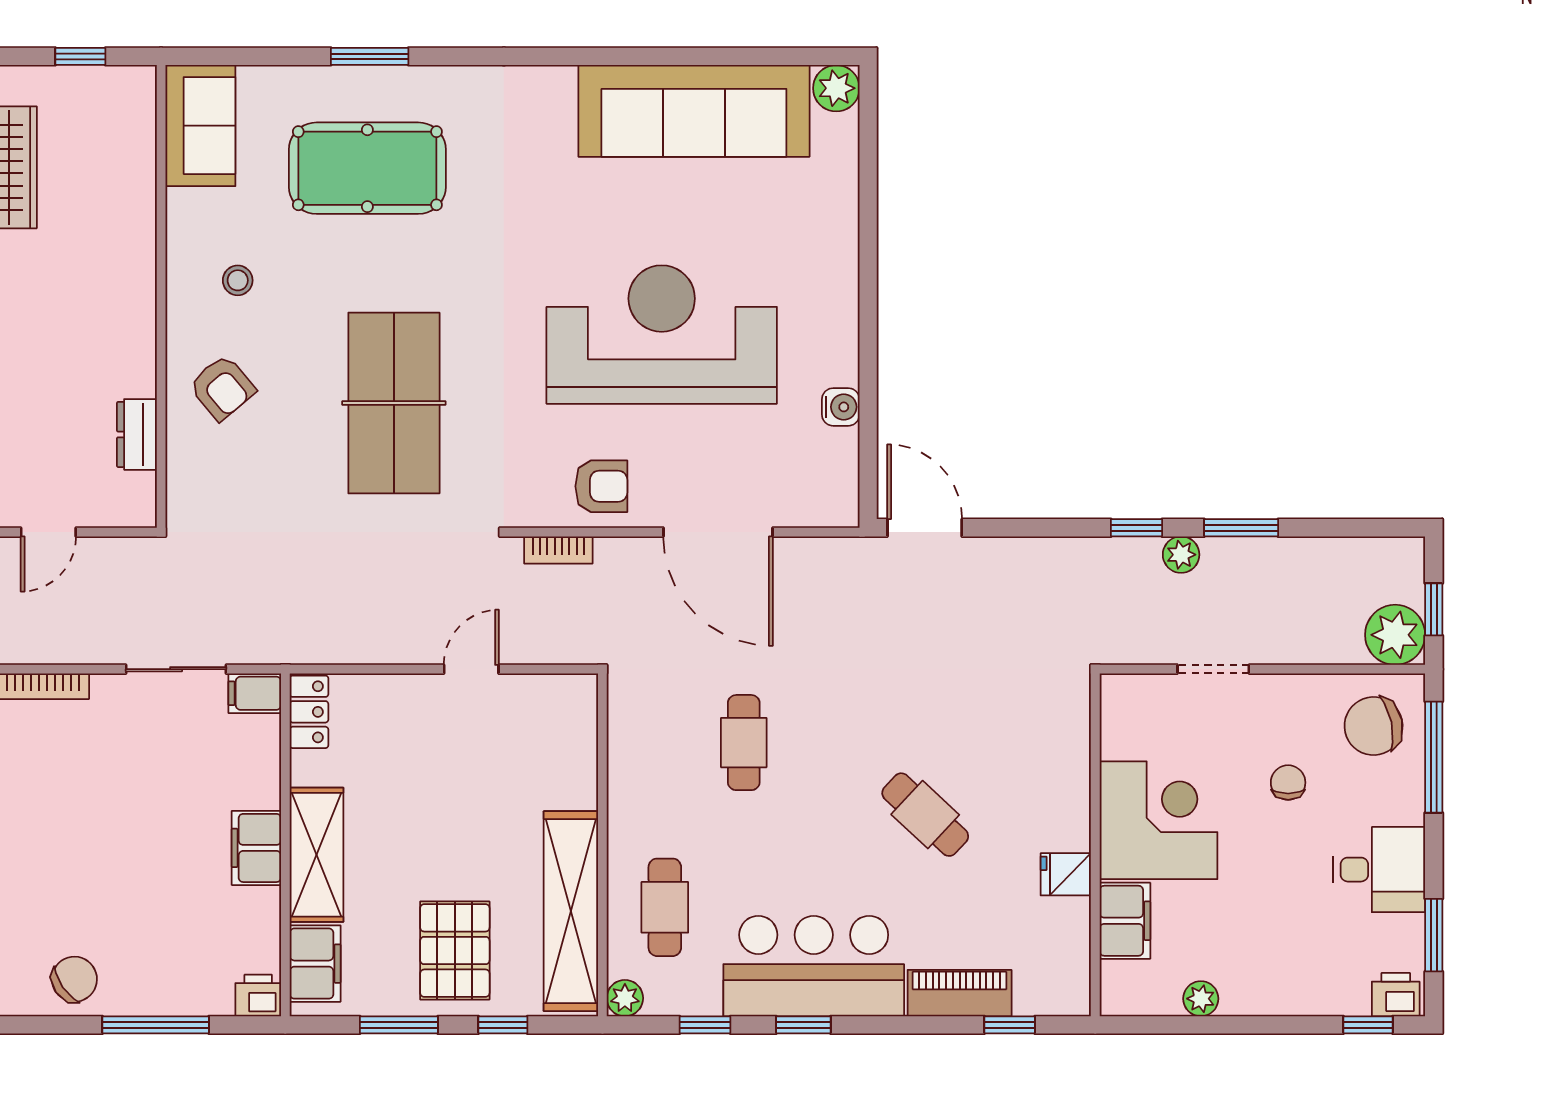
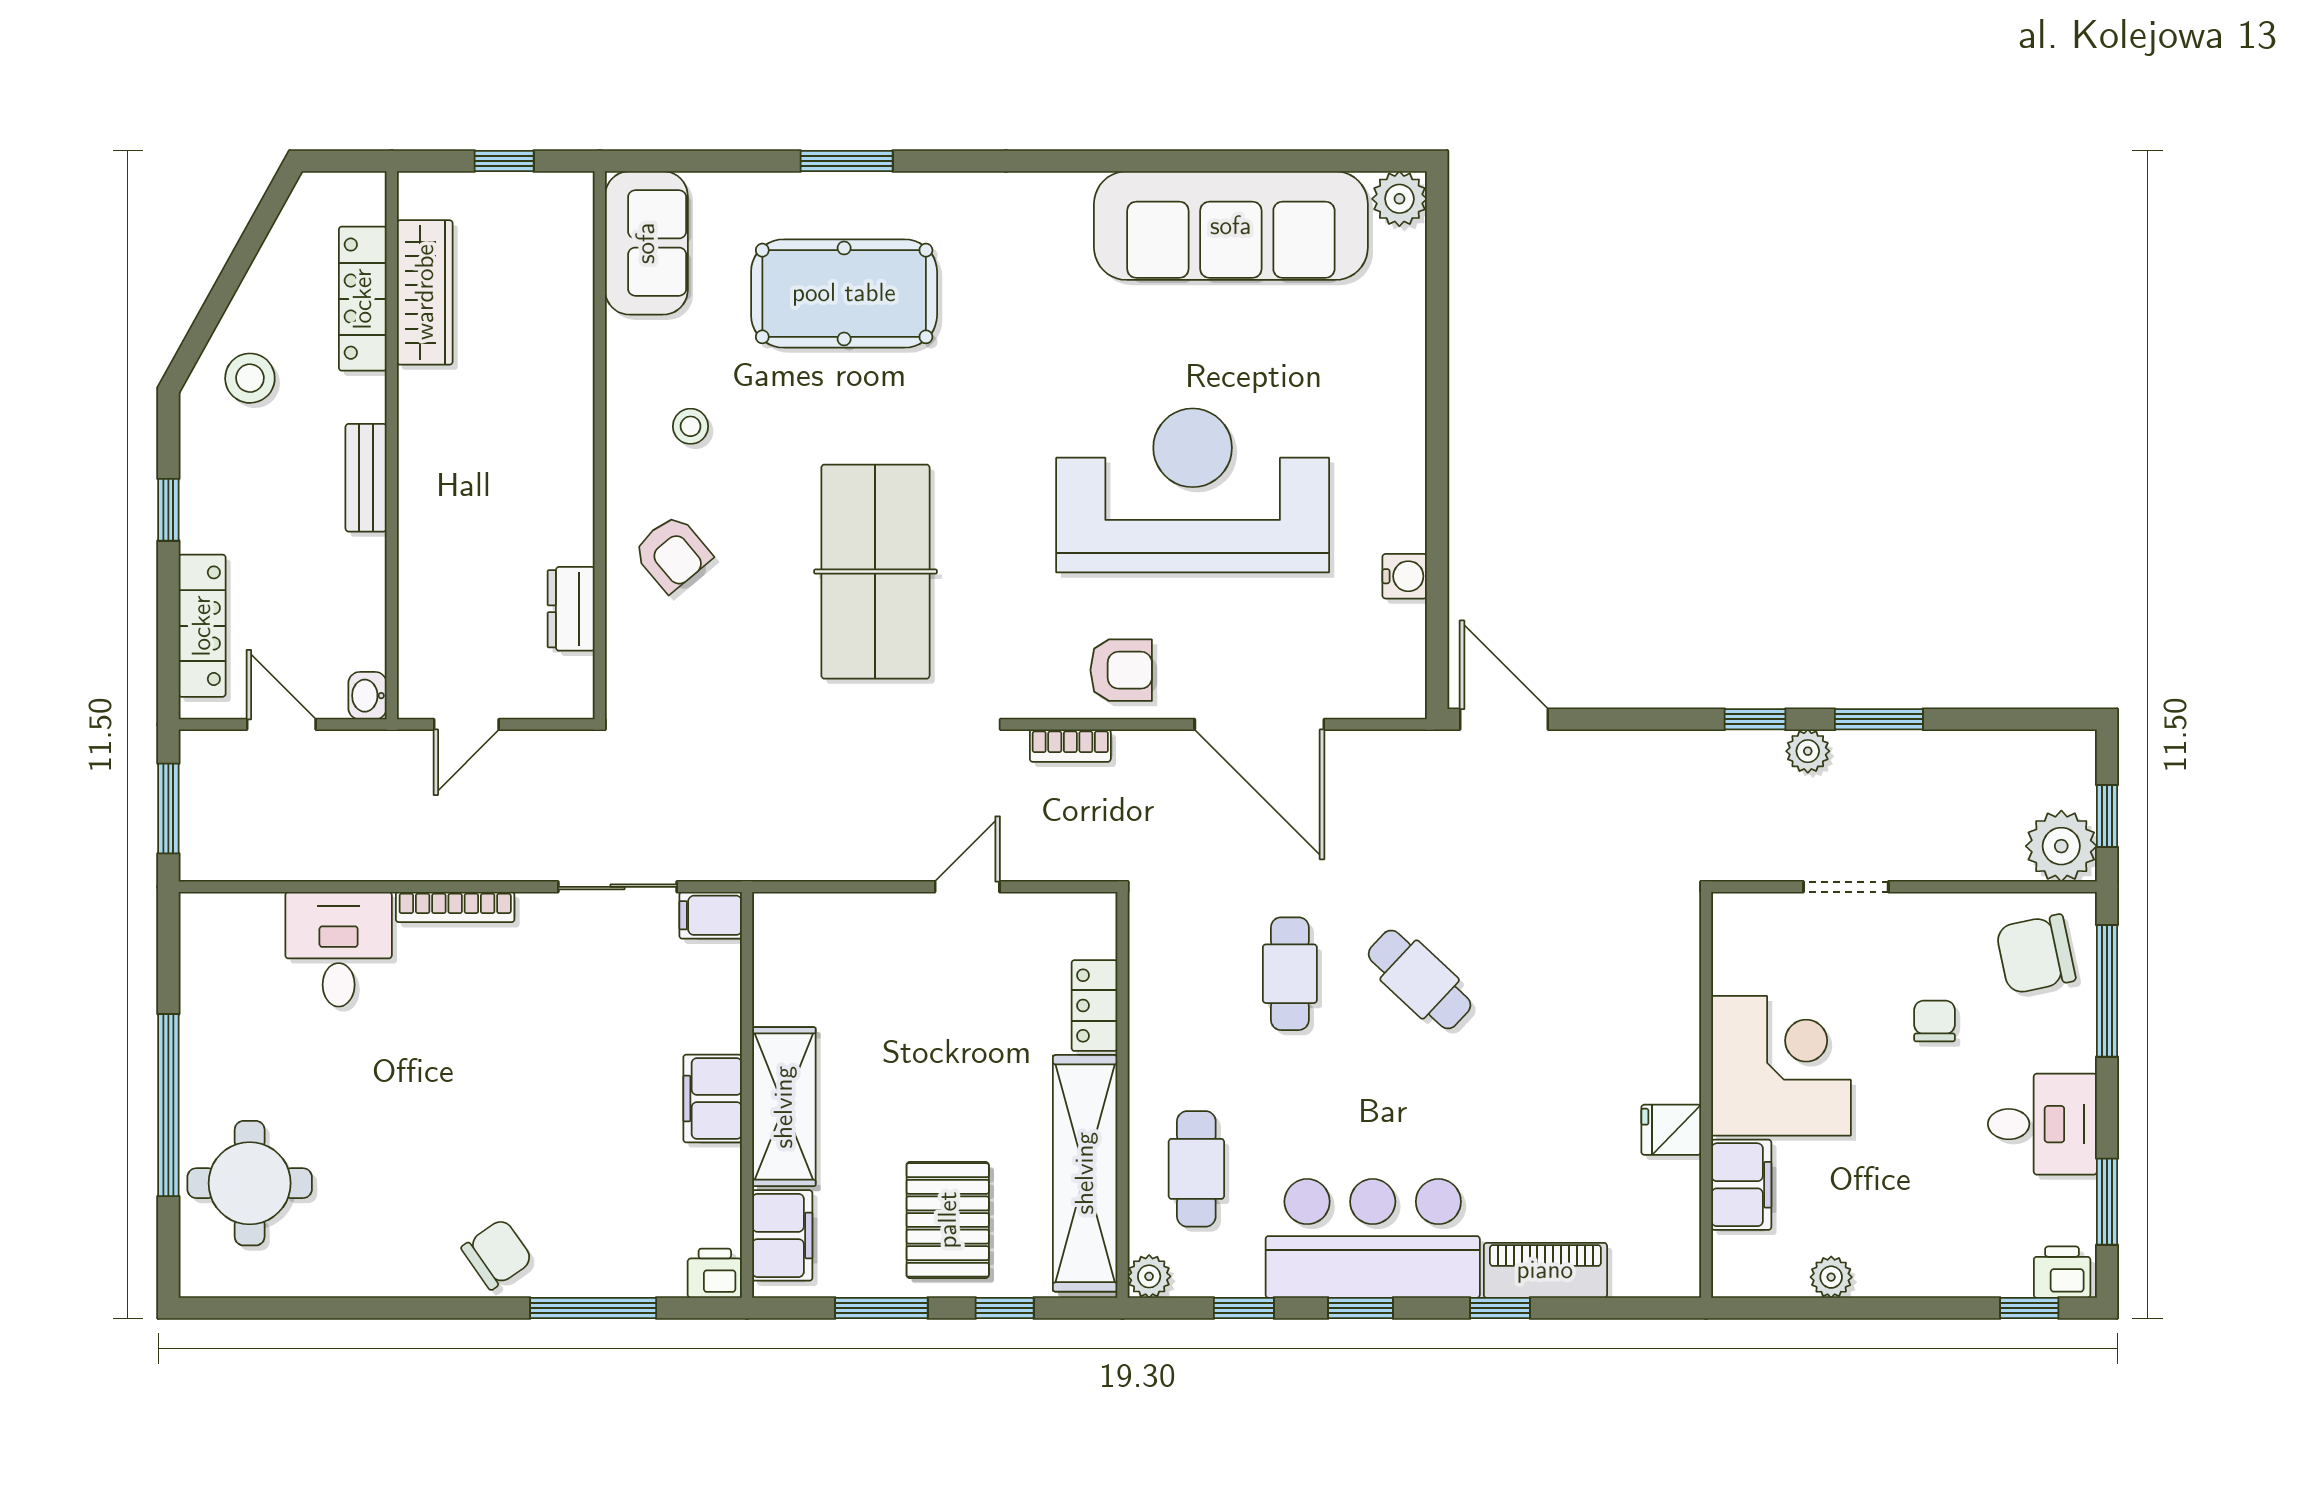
locker: (309, 712) -> (1094, 1006), moved, turned 180
cafe table: (925, 815) -> (1420, 979), moved
window: (1010, 1025) -> (1500, 1308), moved

